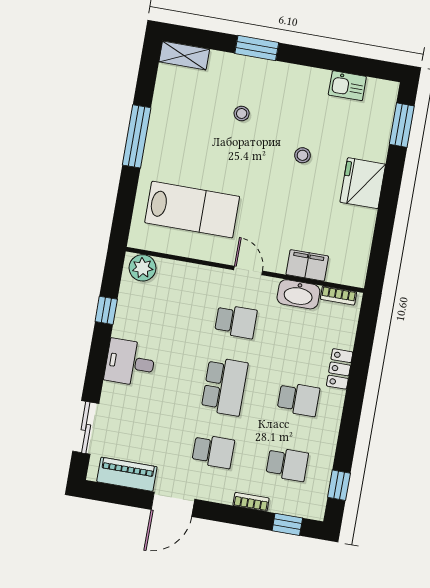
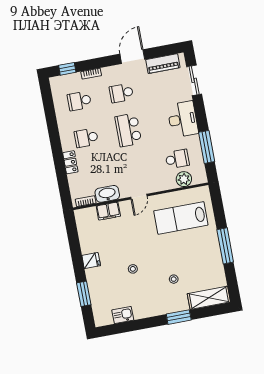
shelving: (184, 55) -> (209, 298), width x1.50, depth x1.33
window: (402, 125) -> (84, 294), moved
fridge: (363, 183) -> (91, 261), width x0.53, depth x0.75
plant: (143, 268) -> (184, 179), moved
door: (248, 270) -> (139, 197), hinge flipped
window: (106, 310) -> (207, 147), width x2.17
school desk: (236, 321) -> (177, 159), moved, turned 180
desk: (130, 363) -> (183, 119), width x1.37
window: (339, 485) -> (48, 100), removed

